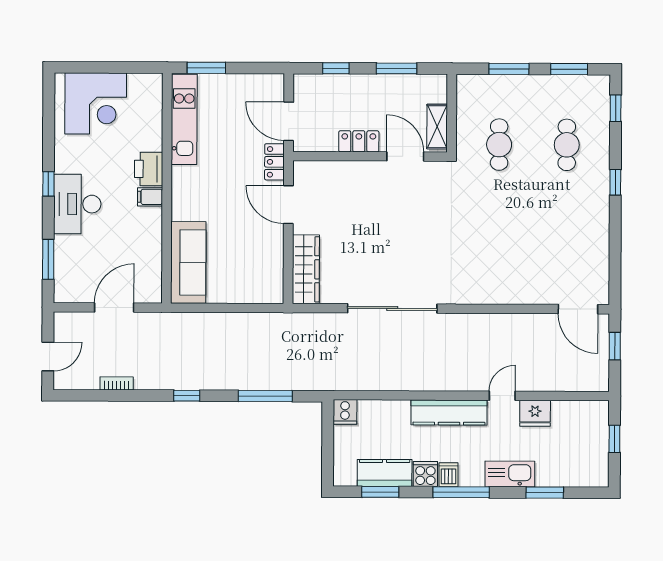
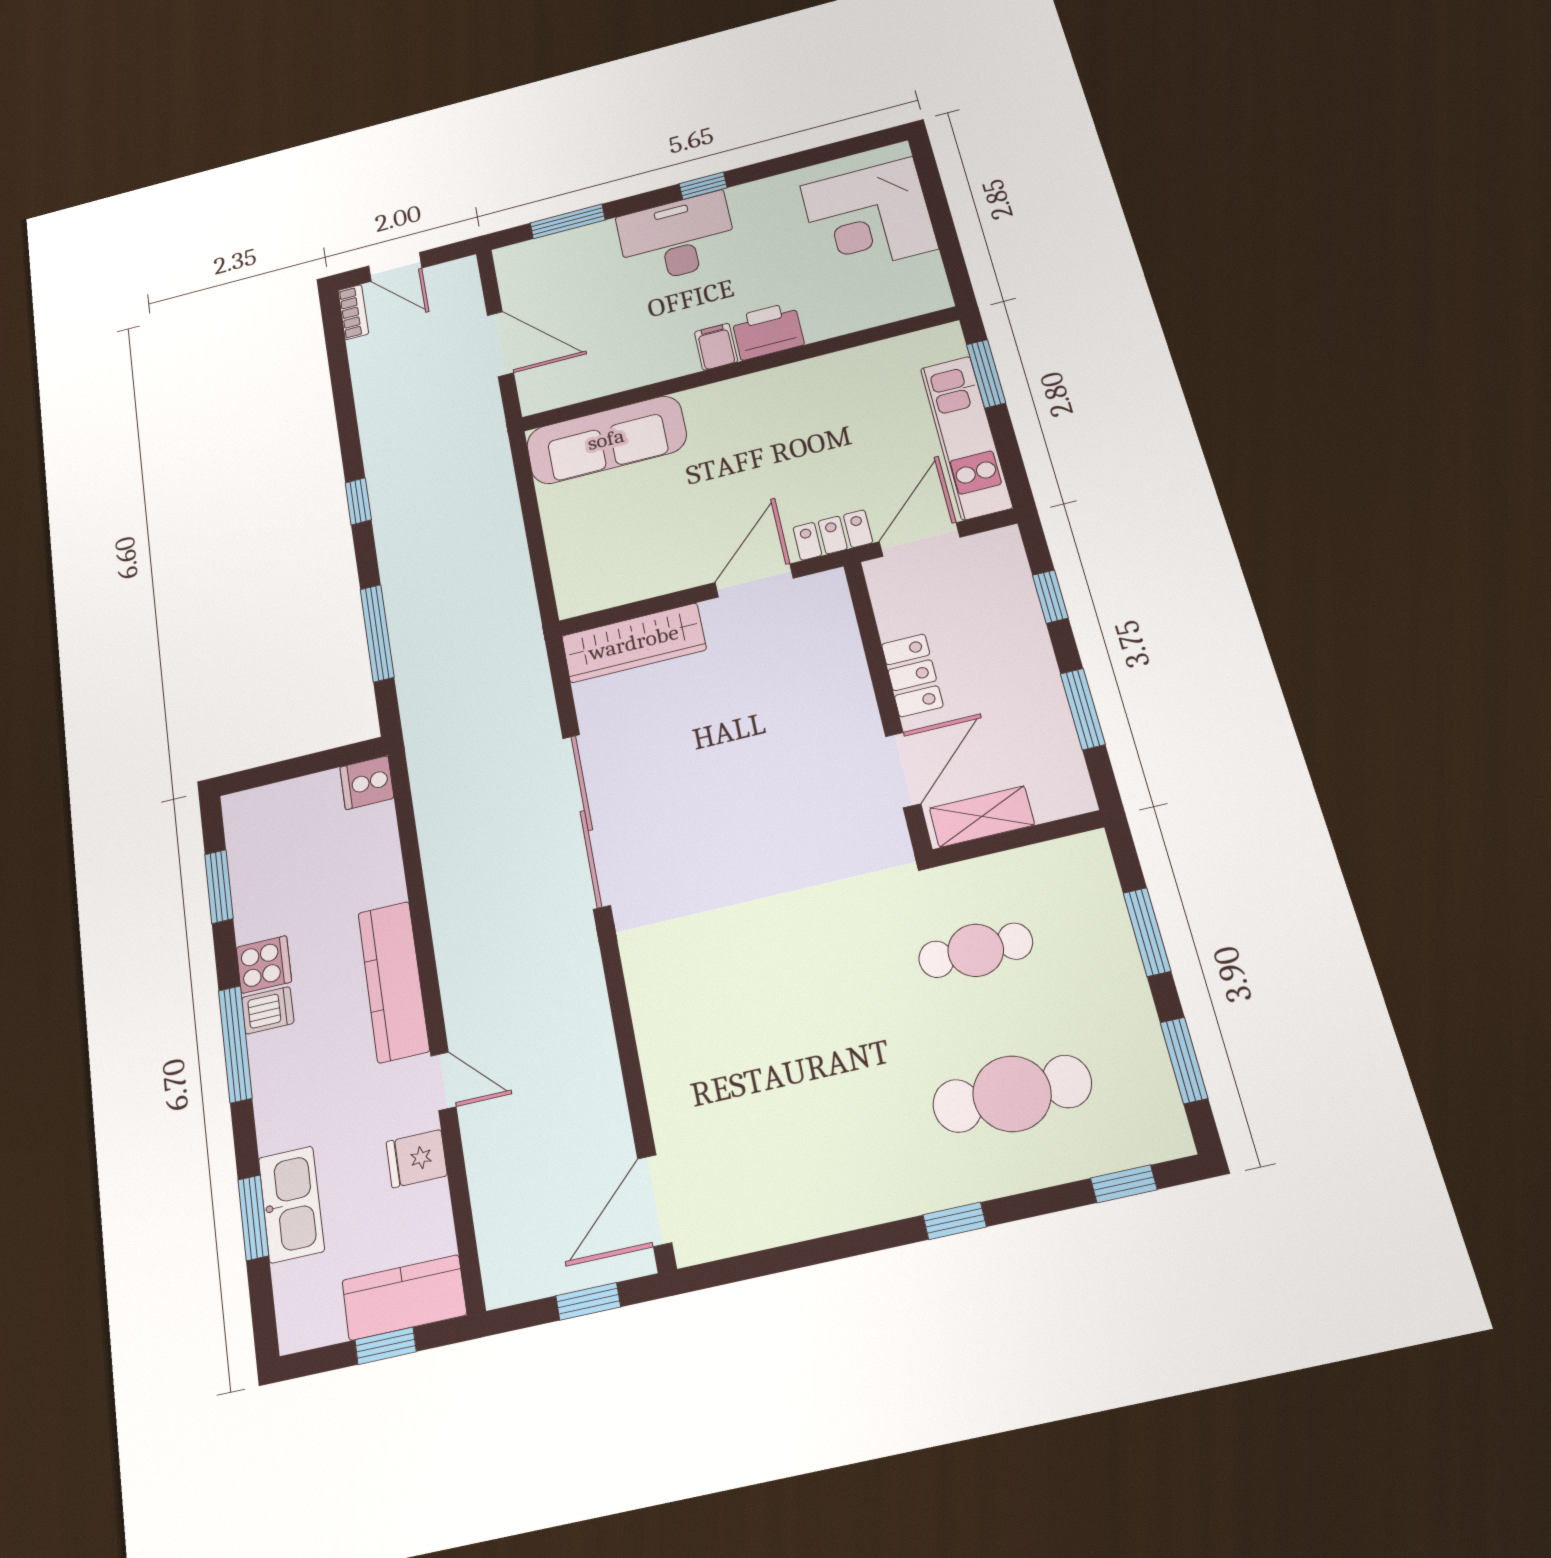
kitchen unit: (184, 119) -> (966, 437), moved, turned 90
cafe table: (567, 145) -> (1012, 1094), width x1.37, depth x1.35
bookcase: (117, 383) -> (353, 312), moved
fridge: (535, 413) -> (417, 1159), width x0.72
kitchen counter: (385, 473) -> (404, 1297), moved, turned -90
kitchen sink: (510, 474) -> (291, 1204), moved

